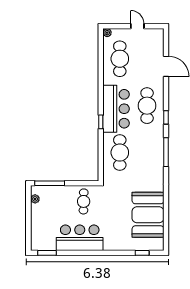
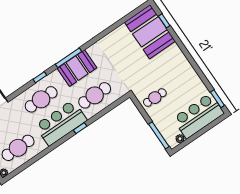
booth: (153, 153) -> (77, 68), added
booth: (148, 215) -> (150, 32), moved, turned 90
bar counter: (80, 238) -> (199, 116), moved, turned 90

